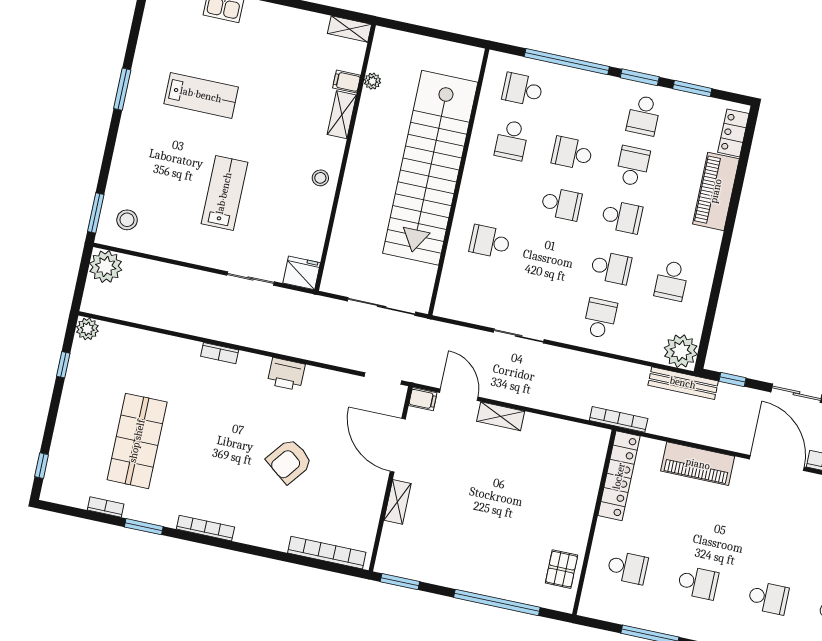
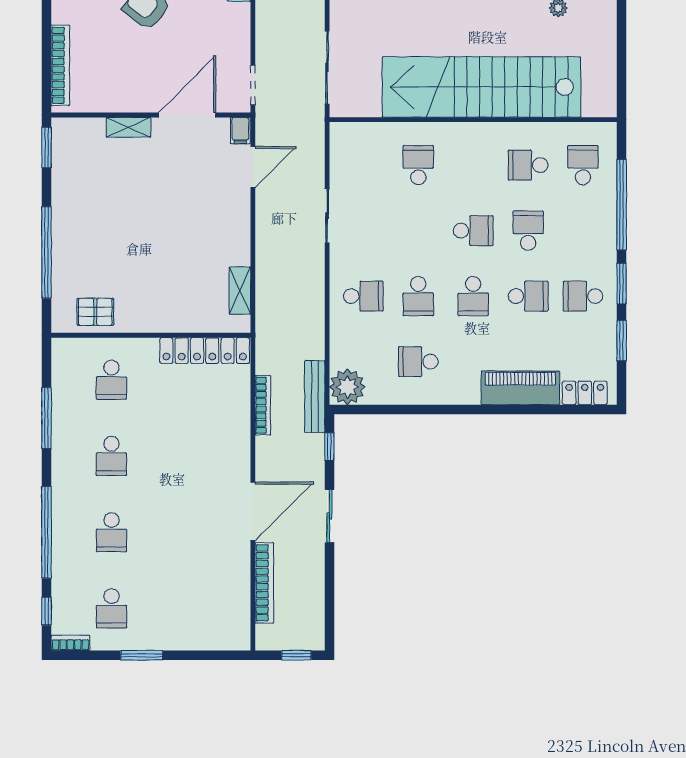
school desk: (561, 204) -> (473, 231), turned -90
shelving: (501, 416) -> (240, 291), moved
bookcase: (619, 419) -> (263, 405), moved
piano: (698, 464) -> (235, 429), removed

